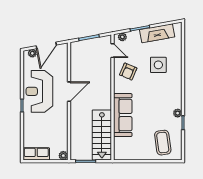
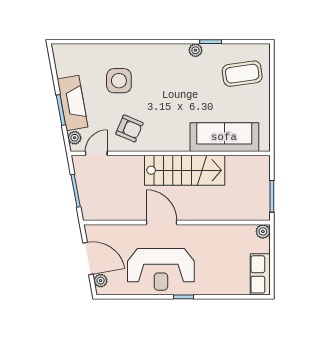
fireplace: (157, 33) -> (73, 103), moved
sofa: (123, 115) -> (224, 137), moved
stairs: (102, 135) -> (185, 170), moved

